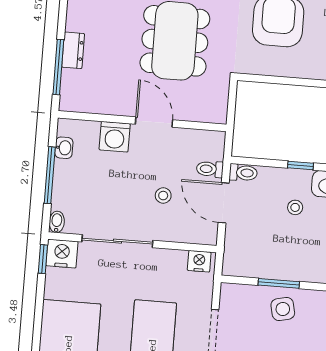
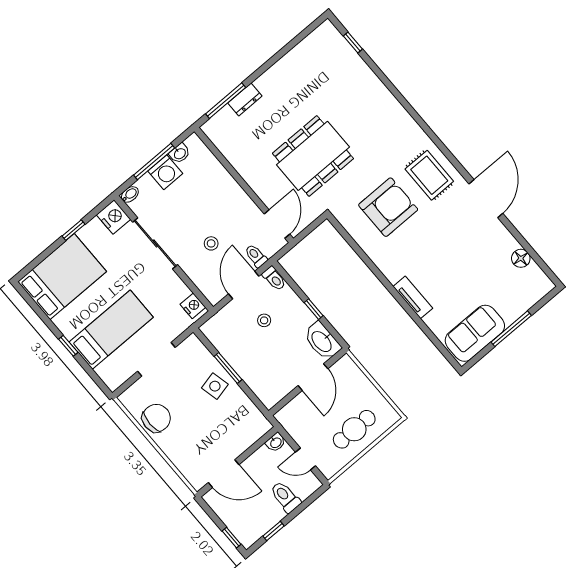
door: (154, 122) -> (277, 224), moved
washing machine: (115, 137) -> (165, 172), moved, turned -90
stool: (295, 207) -> (264, 320), moved
window: (43, 259) -> (73, 230), moved

